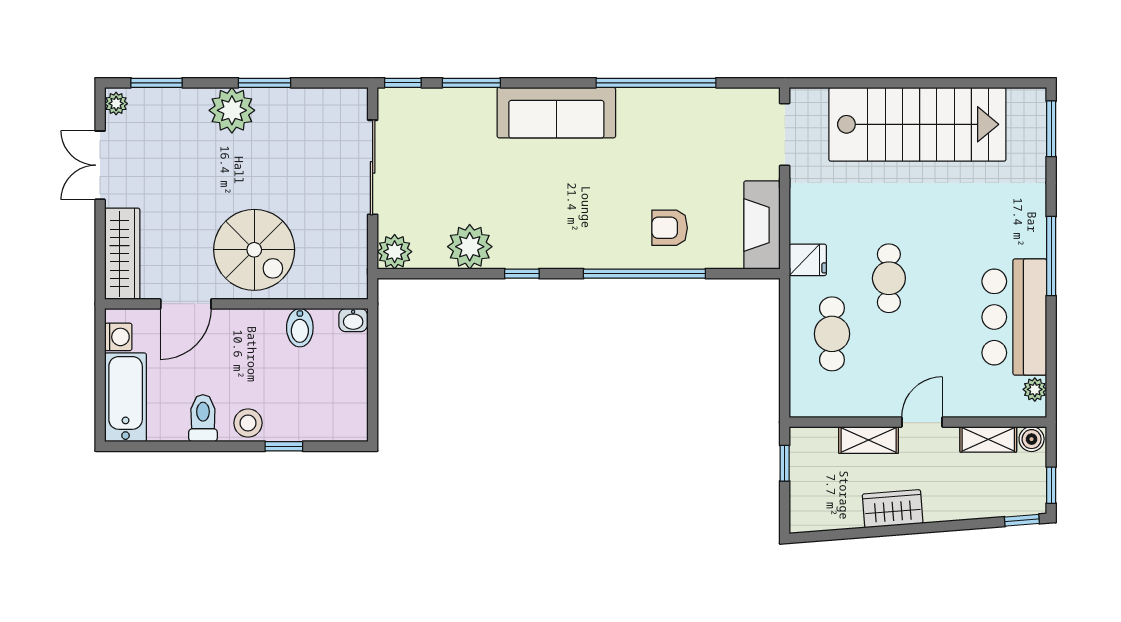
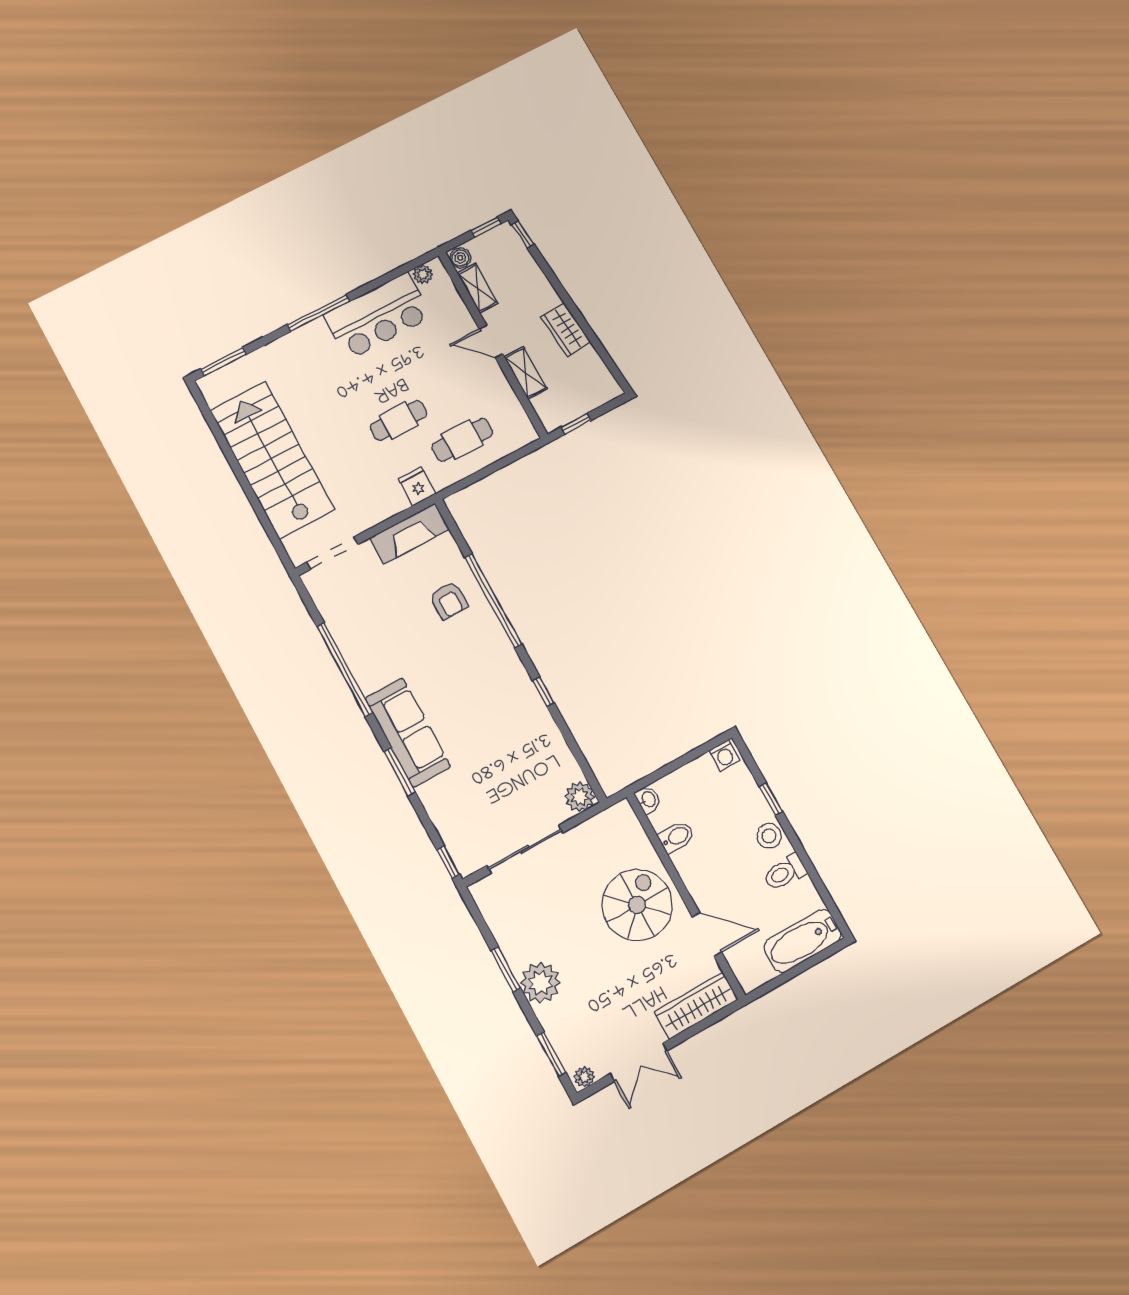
window: (471, 83) -> (400, 772), moved
plant: (470, 247) -> (545, 742), removed
washing machine: (118, 337) -> (724, 755), moved, turned 180

